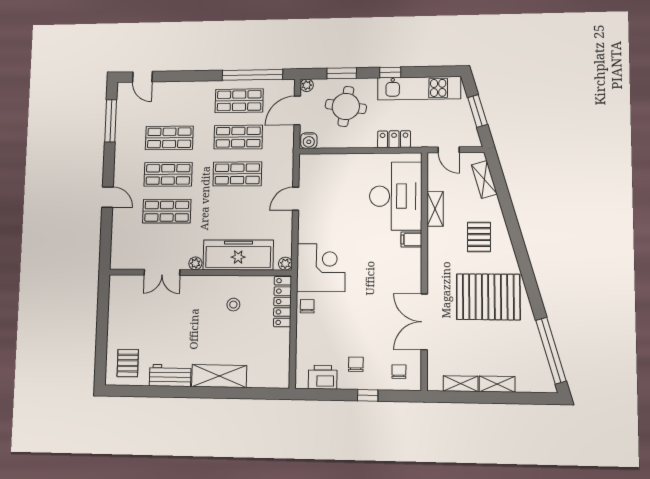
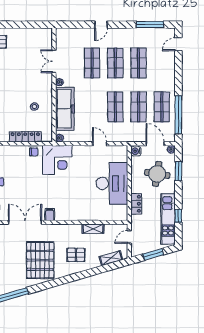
window: (390, 72) -> (178, 216), moved
desk: (396, 196) -> (112, 183), moved, turned -90
filing cabinet: (411, 239) -> (50, 215), moved
locker: (283, 302) -> (25, 137), moved

